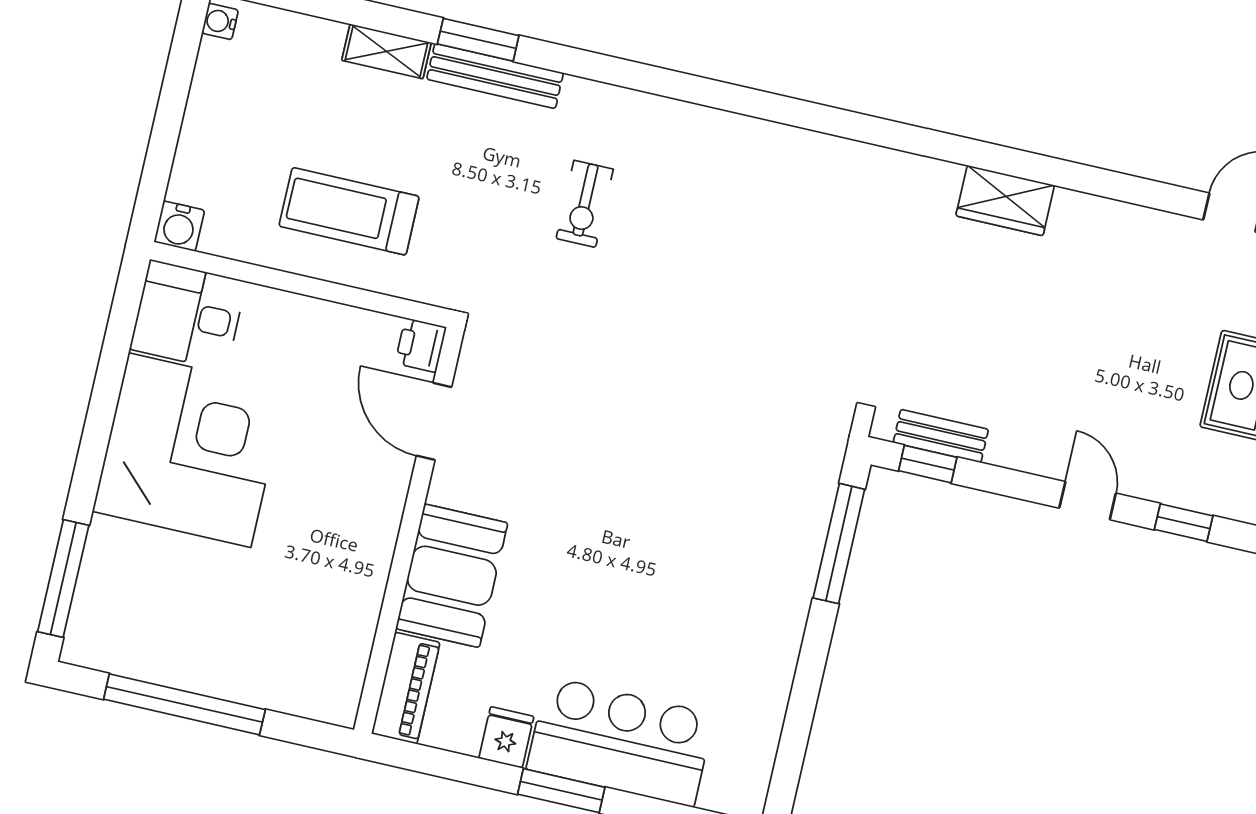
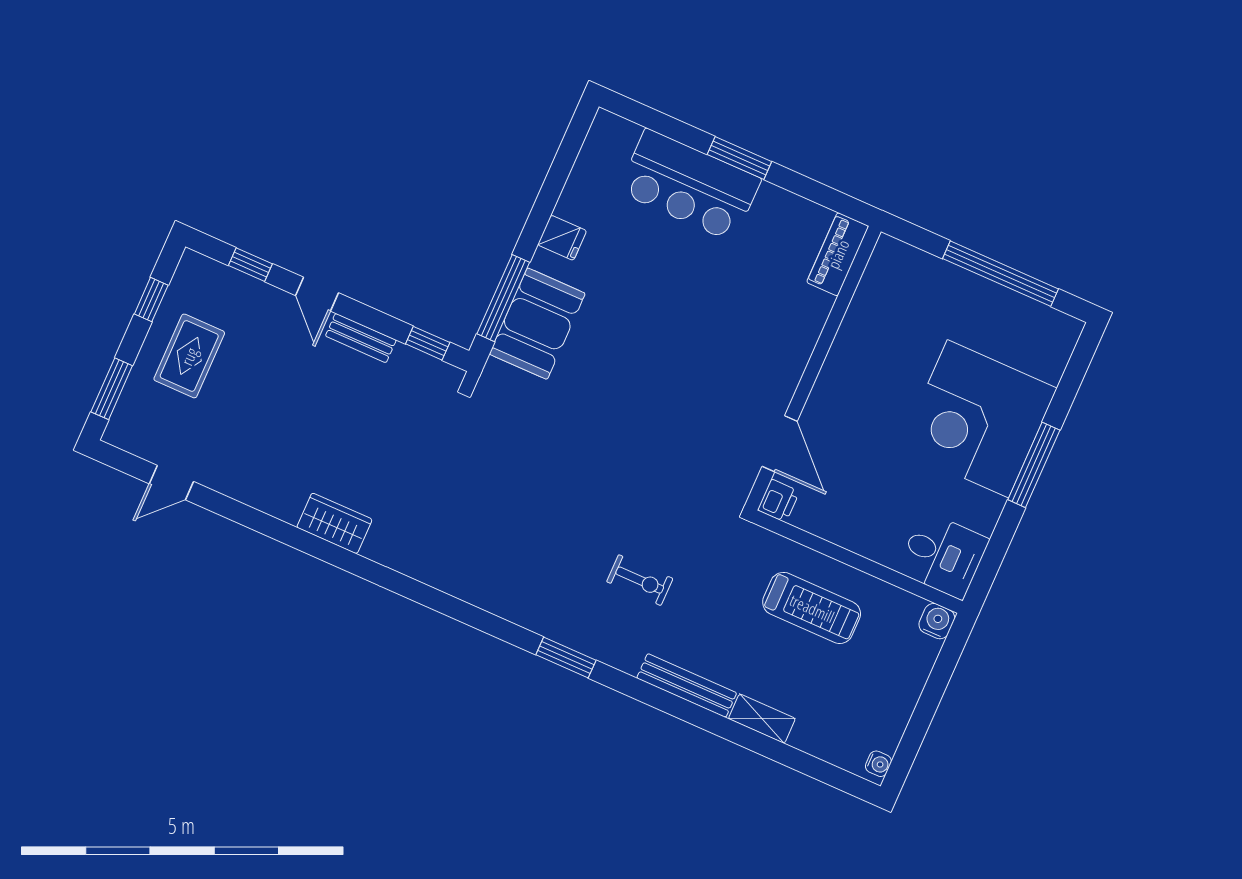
window: (478, 40) -> (566, 657), moved
exercise bike: (585, 204) -> (640, 580), turned 90
bench: (941, 436) -> (361, 338), moved
corner desk: (190, 450) -> (978, 419), moved
booth: (452, 576) -> (537, 324), moved
window: (63, 579) -> (1034, 465), moved
fridge: (506, 737) -> (562, 238), moved, turned -90

